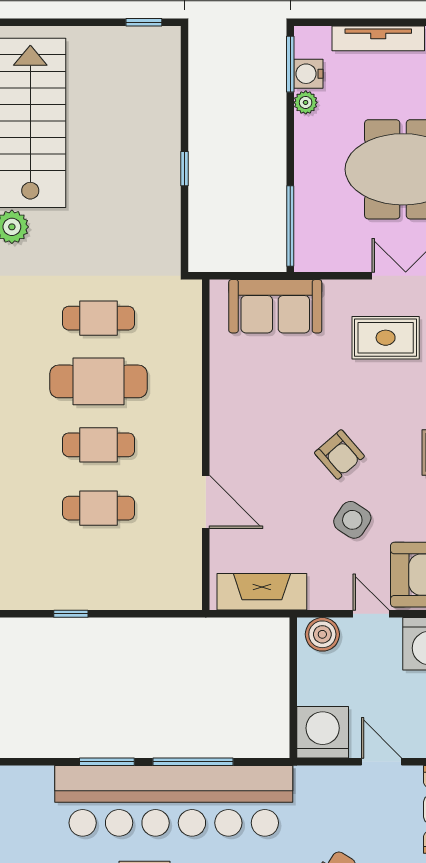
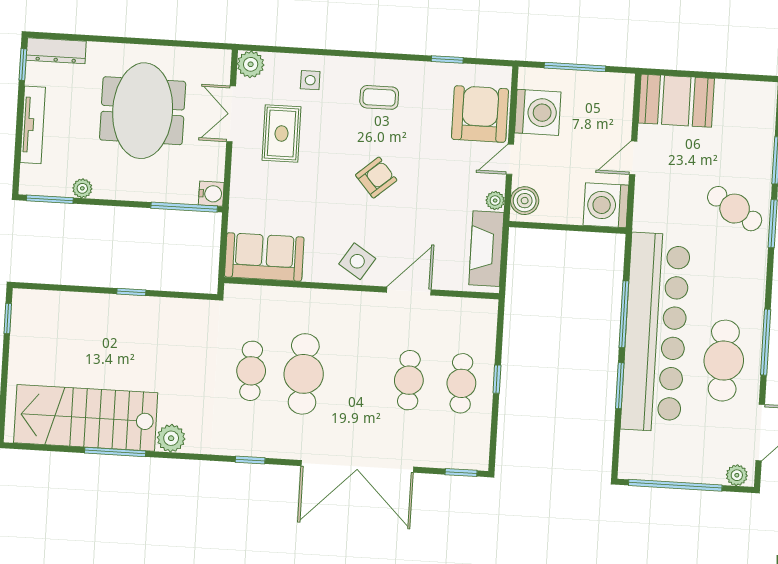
water cooler: (308, 74) -> (211, 194), moved, turned -90
sofa: (275, 306) -> (264, 257), moved, turned -90
cafe table: (99, 445) -> (461, 383), moved
side table: (352, 520) -> (357, 261), moved
plant: (320, 599) -> (495, 201), added
window: (71, 614) -> (497, 379), moved

